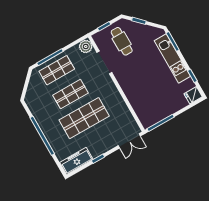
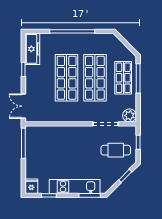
shop shelf: (70, 94) -> (95, 78), width x1.43, depth x1.36

